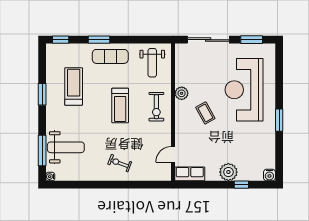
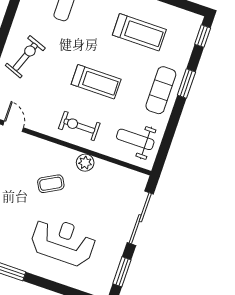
reception desk: (244, 90) -> (63, 241), width x0.74, depth x0.77
treadmill: (120, 105) -> (96, 82), turned 180
exercise bike: (120, 163) -> (25, 57), width x1.38, depth x1.39

